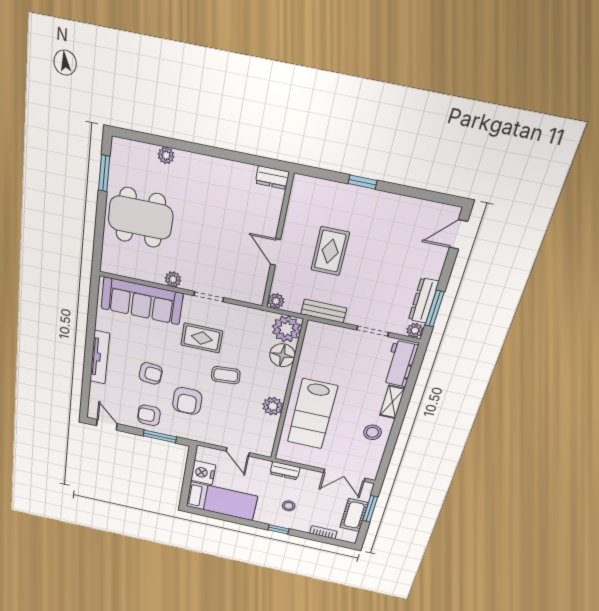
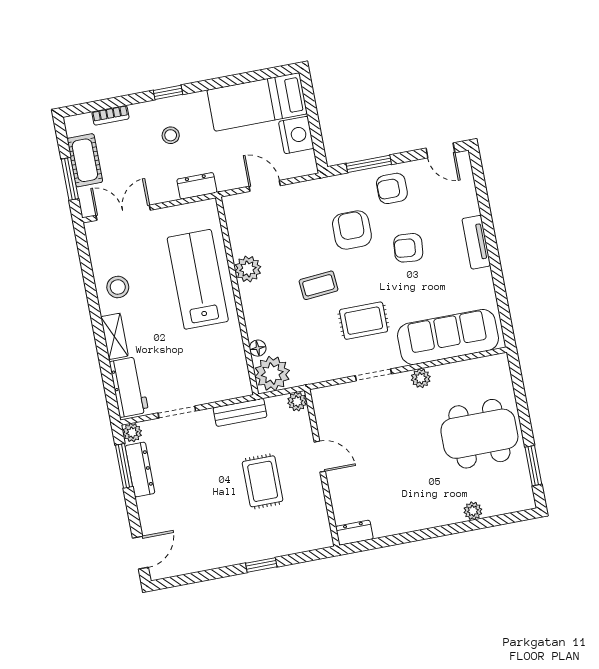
floor lamp: (282, 355) -> (258, 348), width x0.53, depth x0.53
tv unit: (100, 357) -> (476, 242), width x0.71
armchair: (149, 415) -> (392, 188), turned 180

